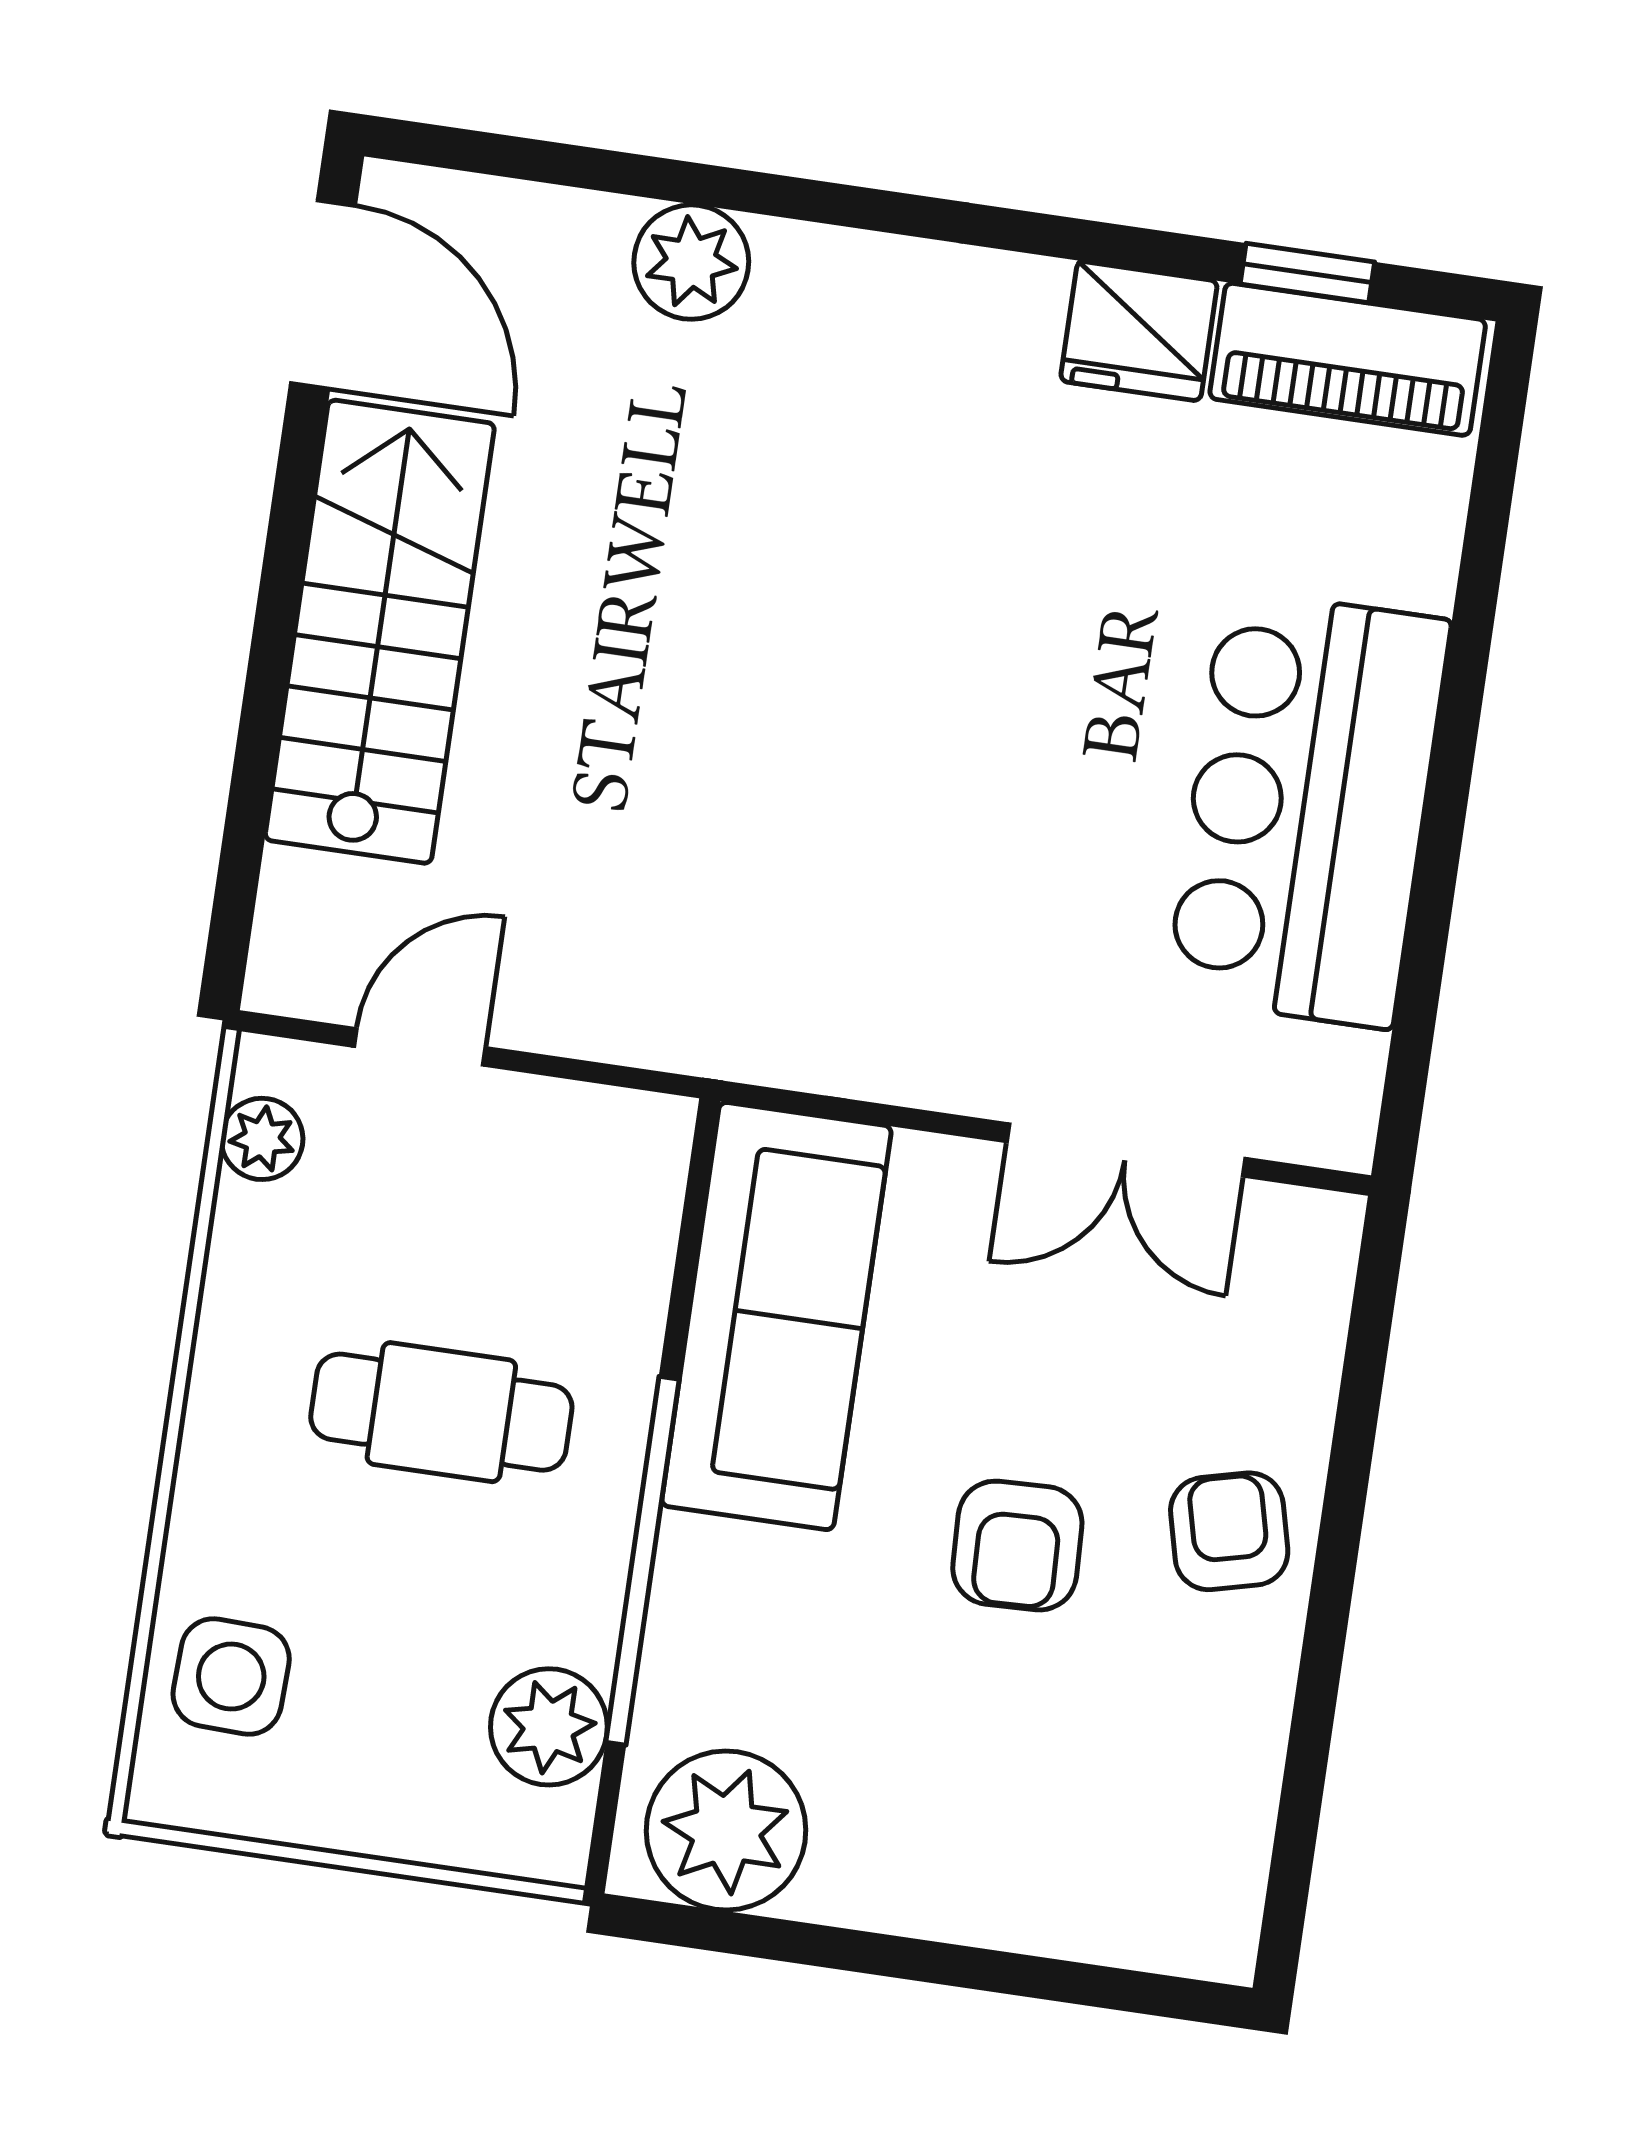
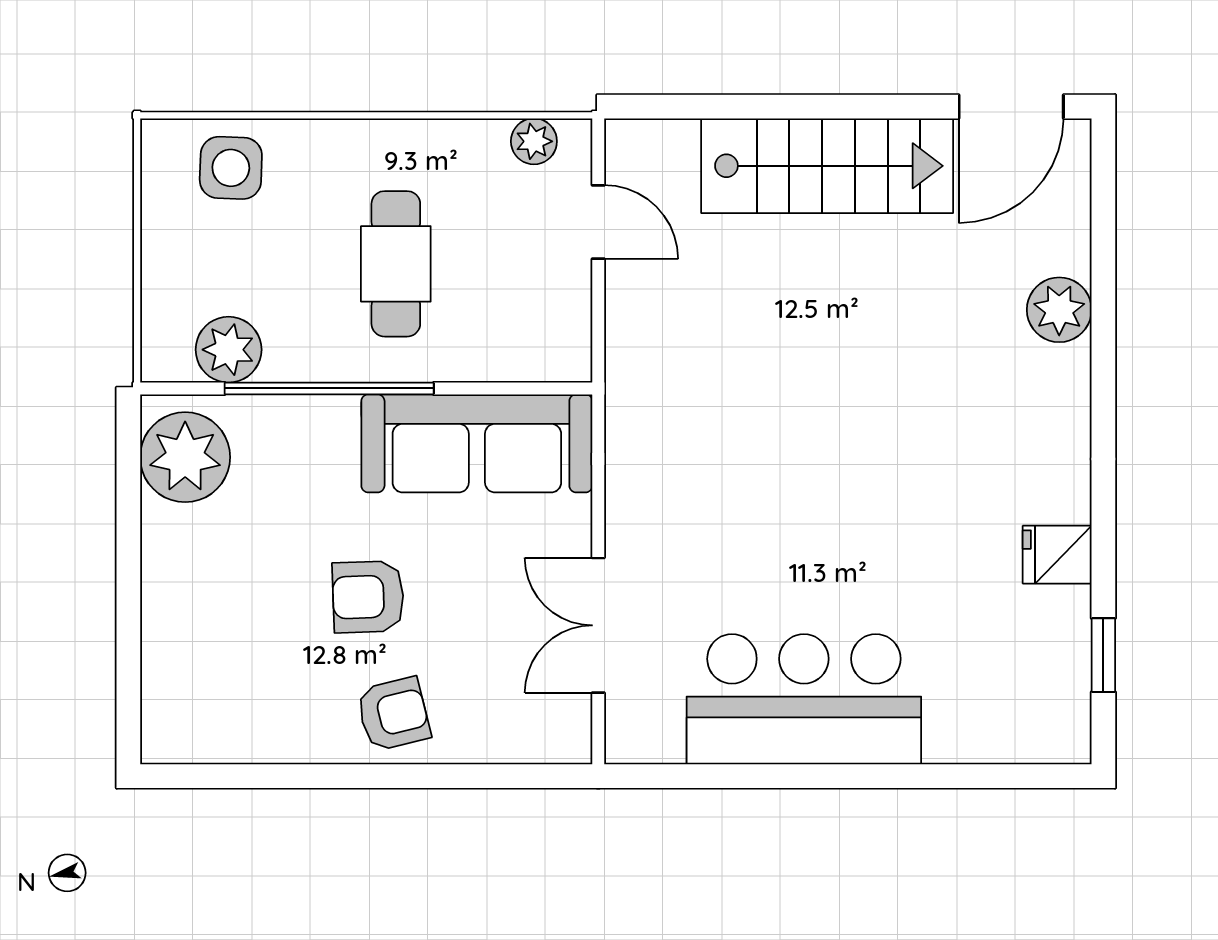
fridge: (1139, 331) -> (1057, 555), width x0.72
piano: (1348, 359) -> (1058, 685), removed

